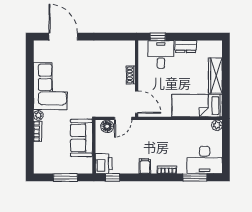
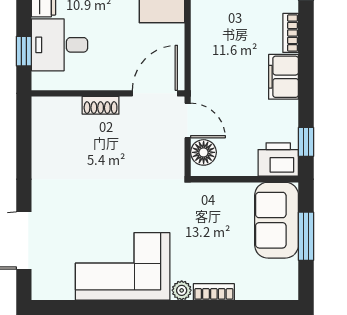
sofa: (81, 138) -> (277, 220), moved, turned 90
filing cabinet: (145, 166) -> (284, 77), width x2.00

